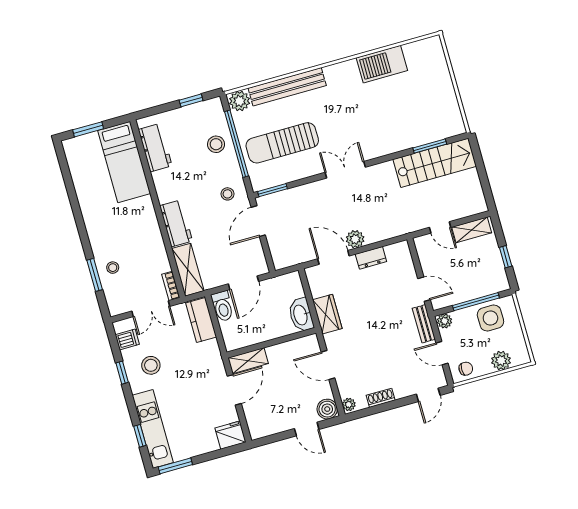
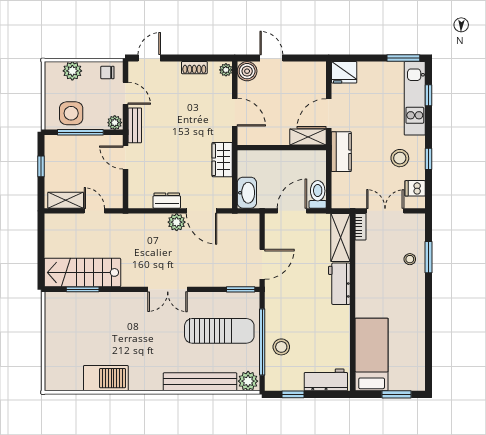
workbench: (155, 148) -> (326, 380), moved, turned 90
stool: (227, 194) -> (284, 298), removed
washbasin: (301, 315) -> (247, 193), moved
kitchen counter: (201, 320) -> (341, 152), moved

